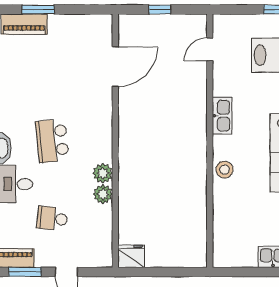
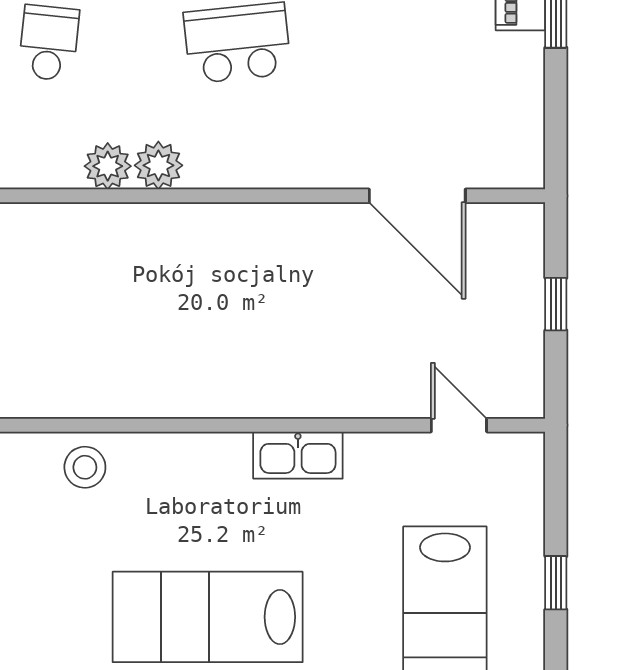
stool: (225, 170) -> (85, 467), moved

